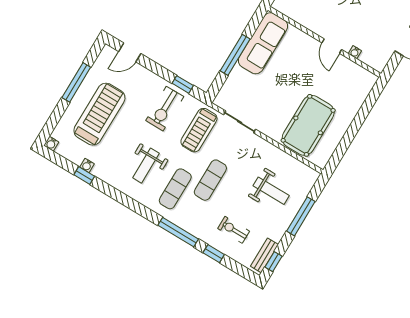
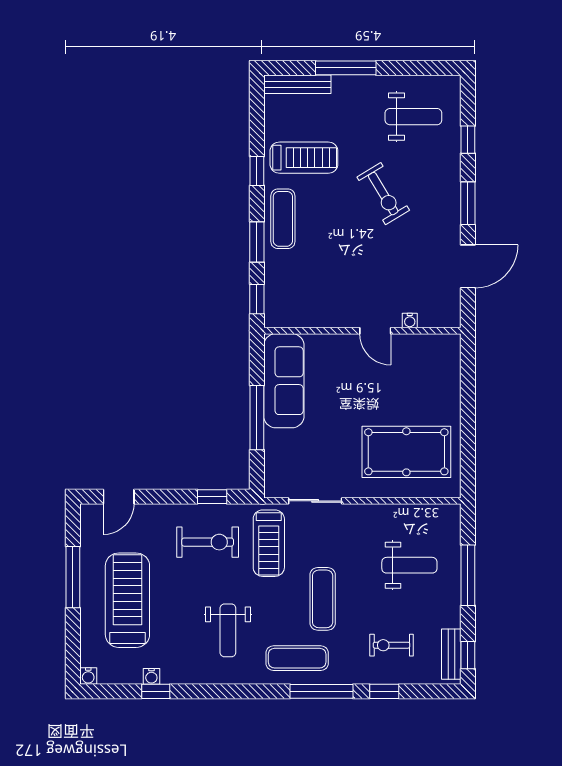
exercise bike: (165, 109) -> (208, 542), turned -90
pool table: (308, 125) -> (406, 452), turned 90
exercise mat: (175, 189) -> (297, 658), moved, turned 90

